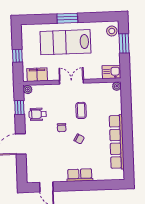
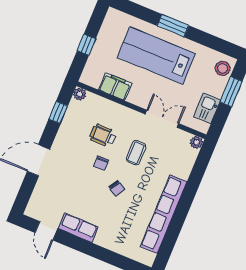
kitchen sink: (112, 72) -> (207, 108), moved, turned -90
filing cabinet: (37, 75) -> (115, 87), moved
double door: (71, 82) -> (162, 119), moved
wheelchair: (38, 114) -> (103, 136), moved
row of seats: (80, 175) -> (78, 228), moved

